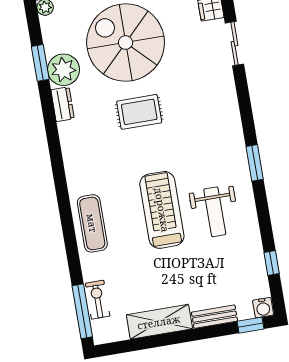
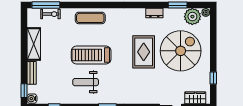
plant: (64, 70) -> (192, 17), moved
rug: (139, 112) -> (144, 52), width x1.36, depth x1.43
treadmill: (162, 210) -> (91, 55), turned 180

